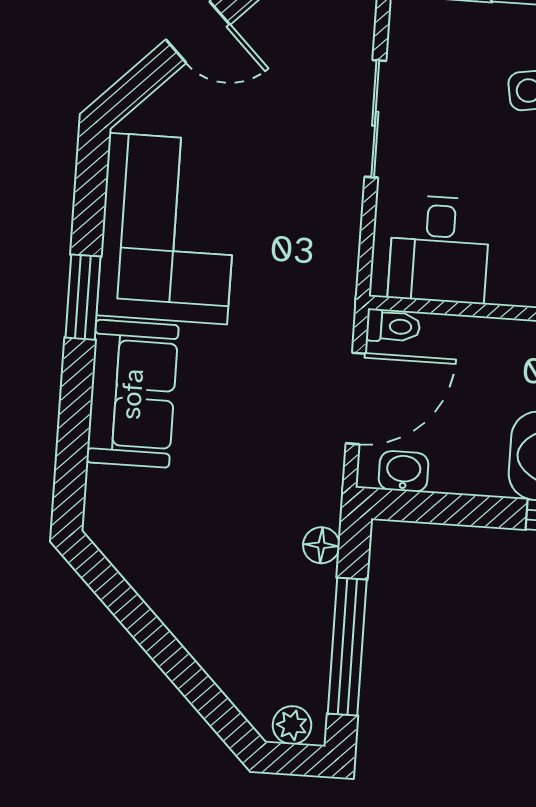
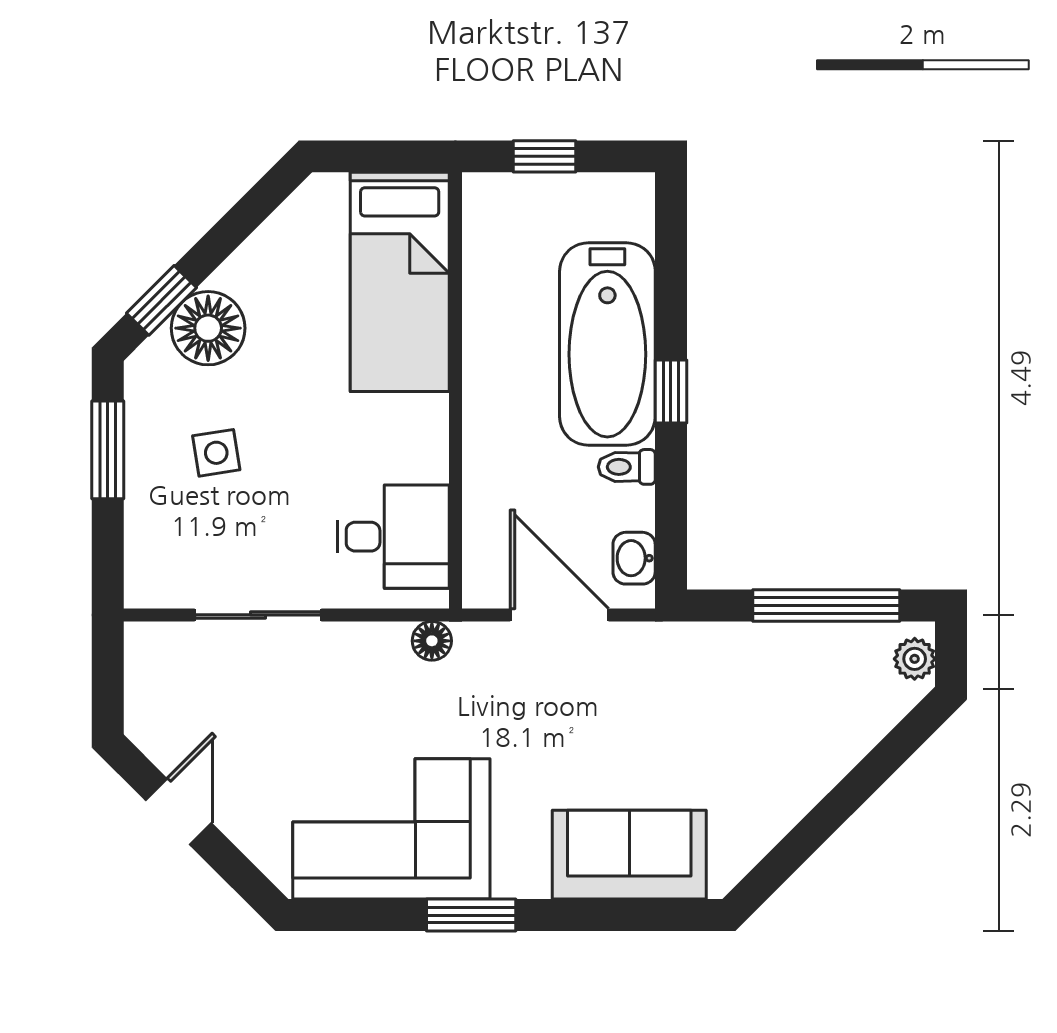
toilet: (393, 326) -> (627, 467), moved, turned -90
sofa: (132, 394) -> (629, 855), moved
floor lamp: (321, 545) -> (432, 641), moved

